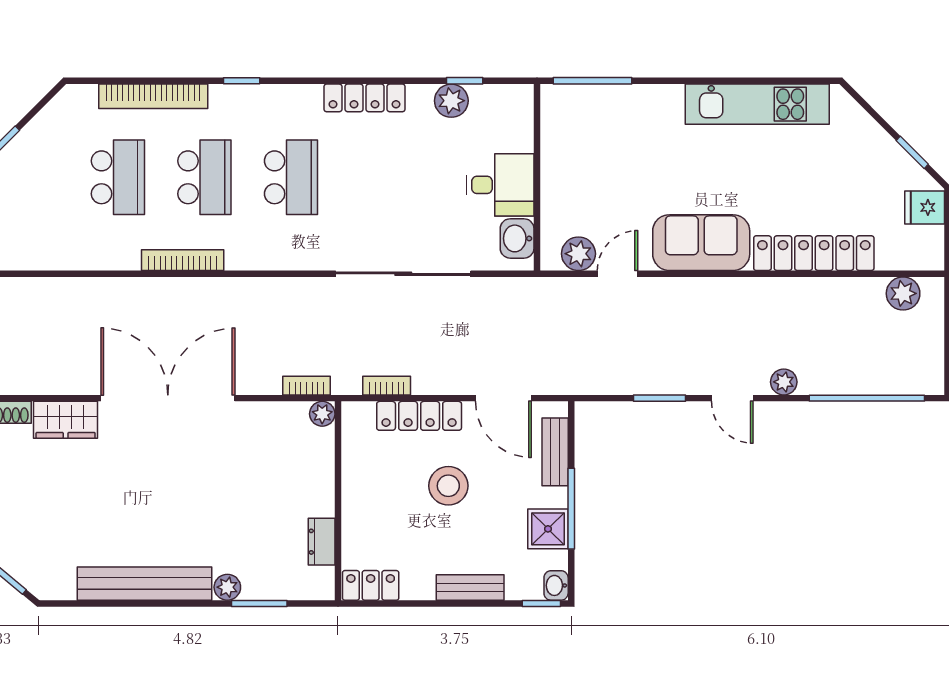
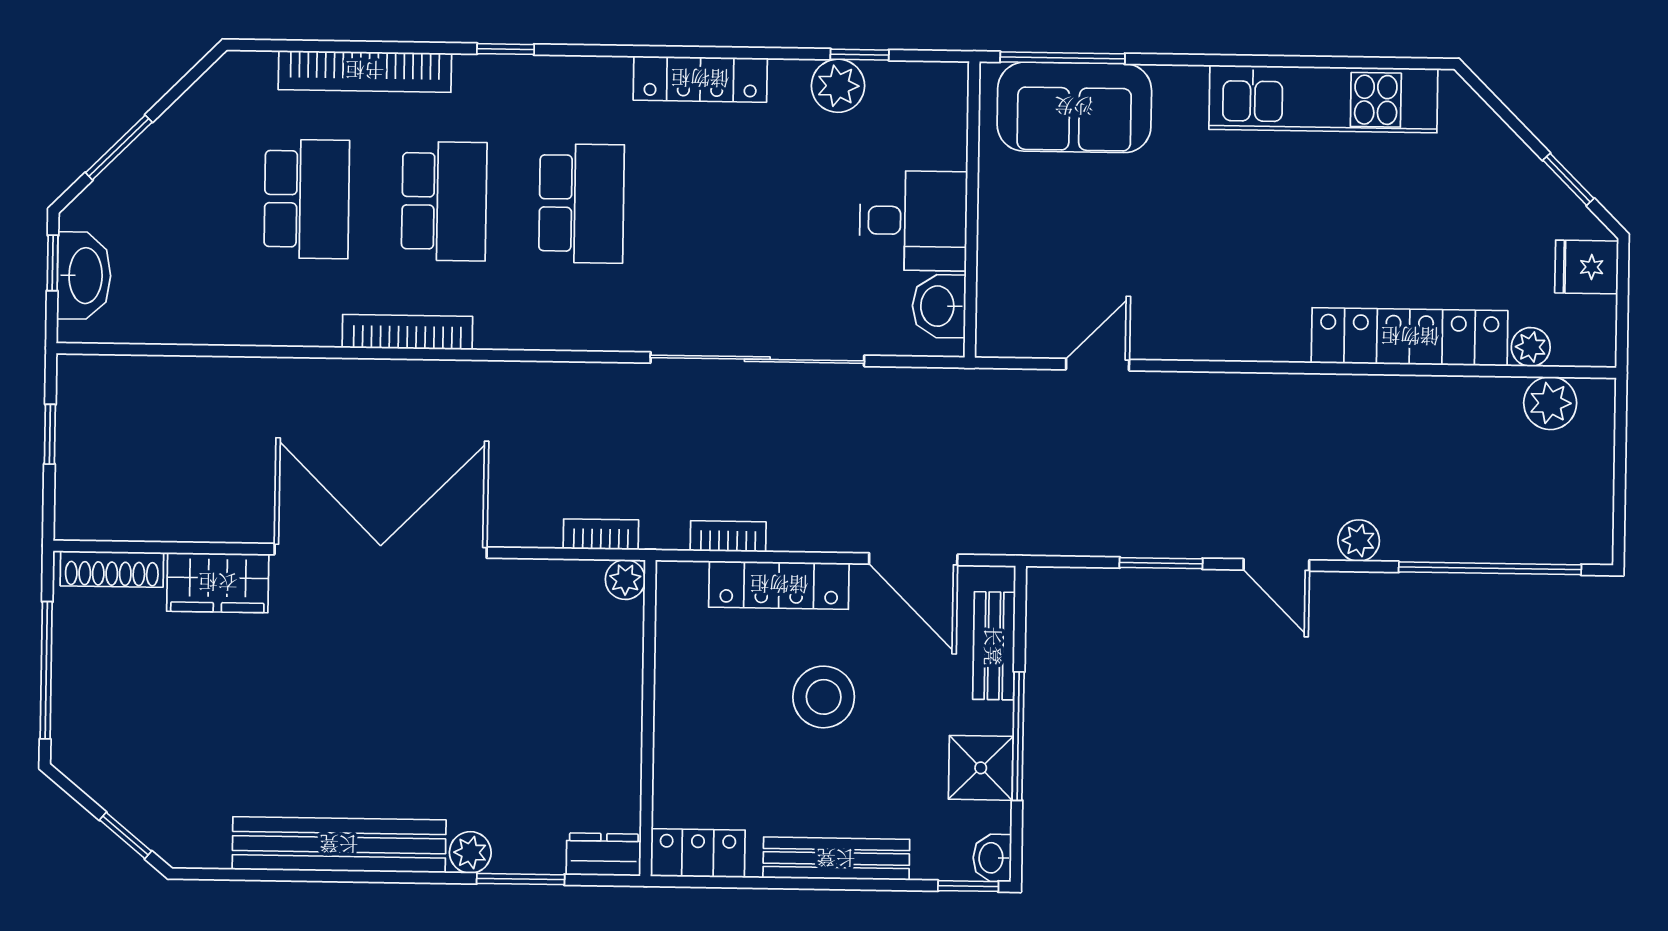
sofa: (701, 243) -> (1074, 107), moved, turned 180
plant: (578, 254) -> (1531, 347), moved, width x0.73, depth x0.73
dresser: (322, 542) -> (604, 854), moved, turned 90
bench: (470, 587) -> (836, 859), width x1.36

